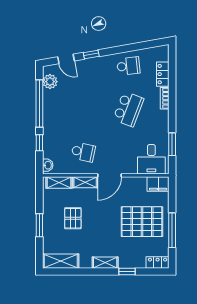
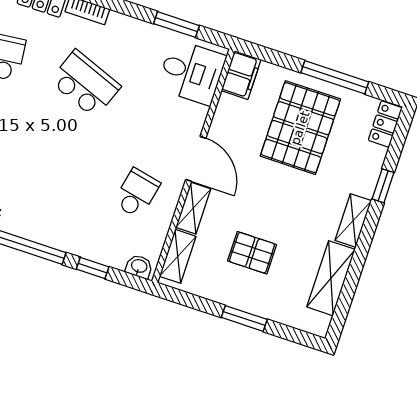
shelving: (61, 261) -> (331, 278), moved

